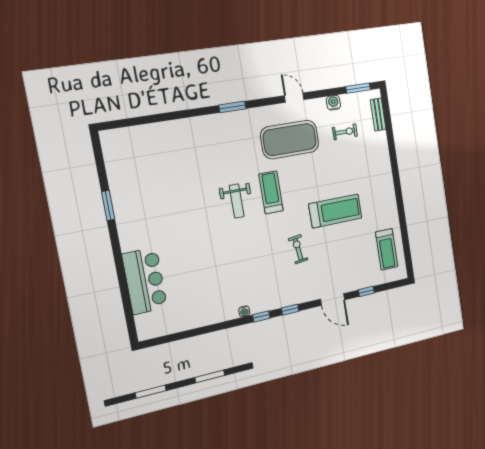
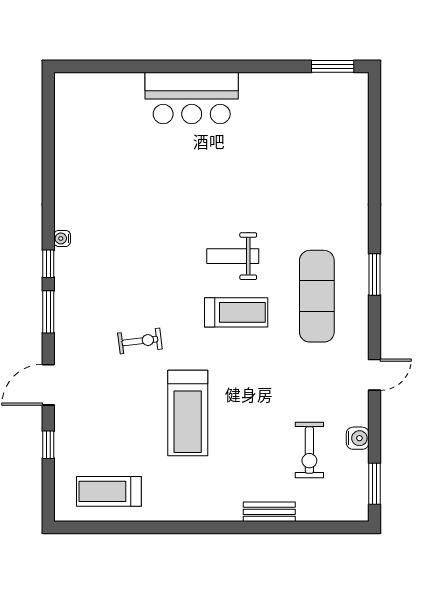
bench: (378, 115) -> (269, 512), moved
exercise bike: (345, 132) -> (309, 450), width x1.38, depth x1.39
exercise mat: (290, 140) -> (317, 296), moved, width x0.68
window: (108, 206) -> (333, 66), moved
bar counter: (145, 281) -> (192, 98), moved
window: (290, 310) -> (48, 312), width x1.50

